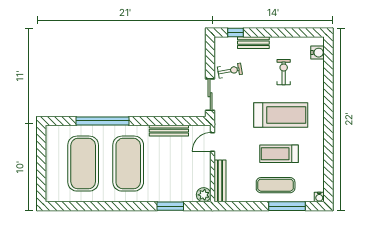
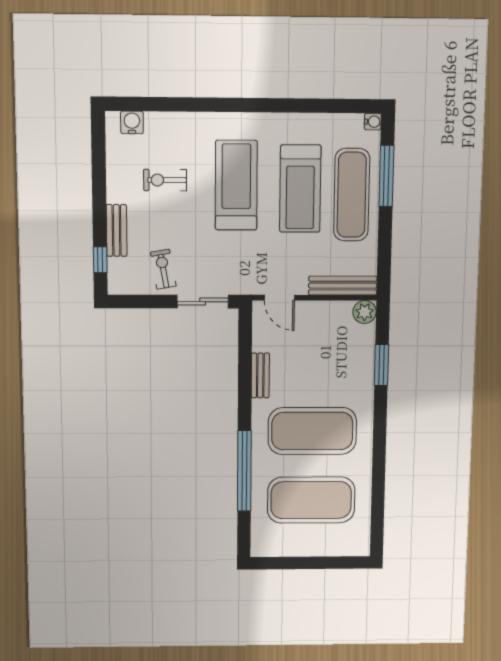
bench: (169, 131) -> (260, 375), width x0.73
treadmill: (279, 154) -> (300, 189), width x1.37, depth x1.38
exercise mat: (276, 185) -> (352, 195), width x1.36, depth x1.45

